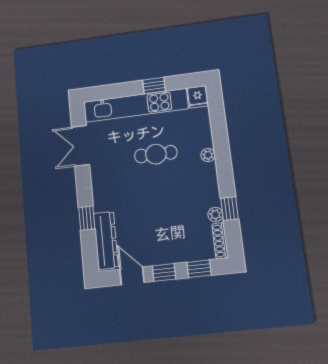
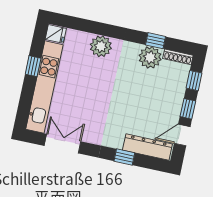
double door: (81, 146) -> (62, 144), swing flipped
cafe table: (156, 154) -> (91, 84), removed
plant: (208, 155) -> (101, 46), width x1.88, depth x1.88
plant: (215, 215) -> (150, 57), width x1.88, depth x1.88

